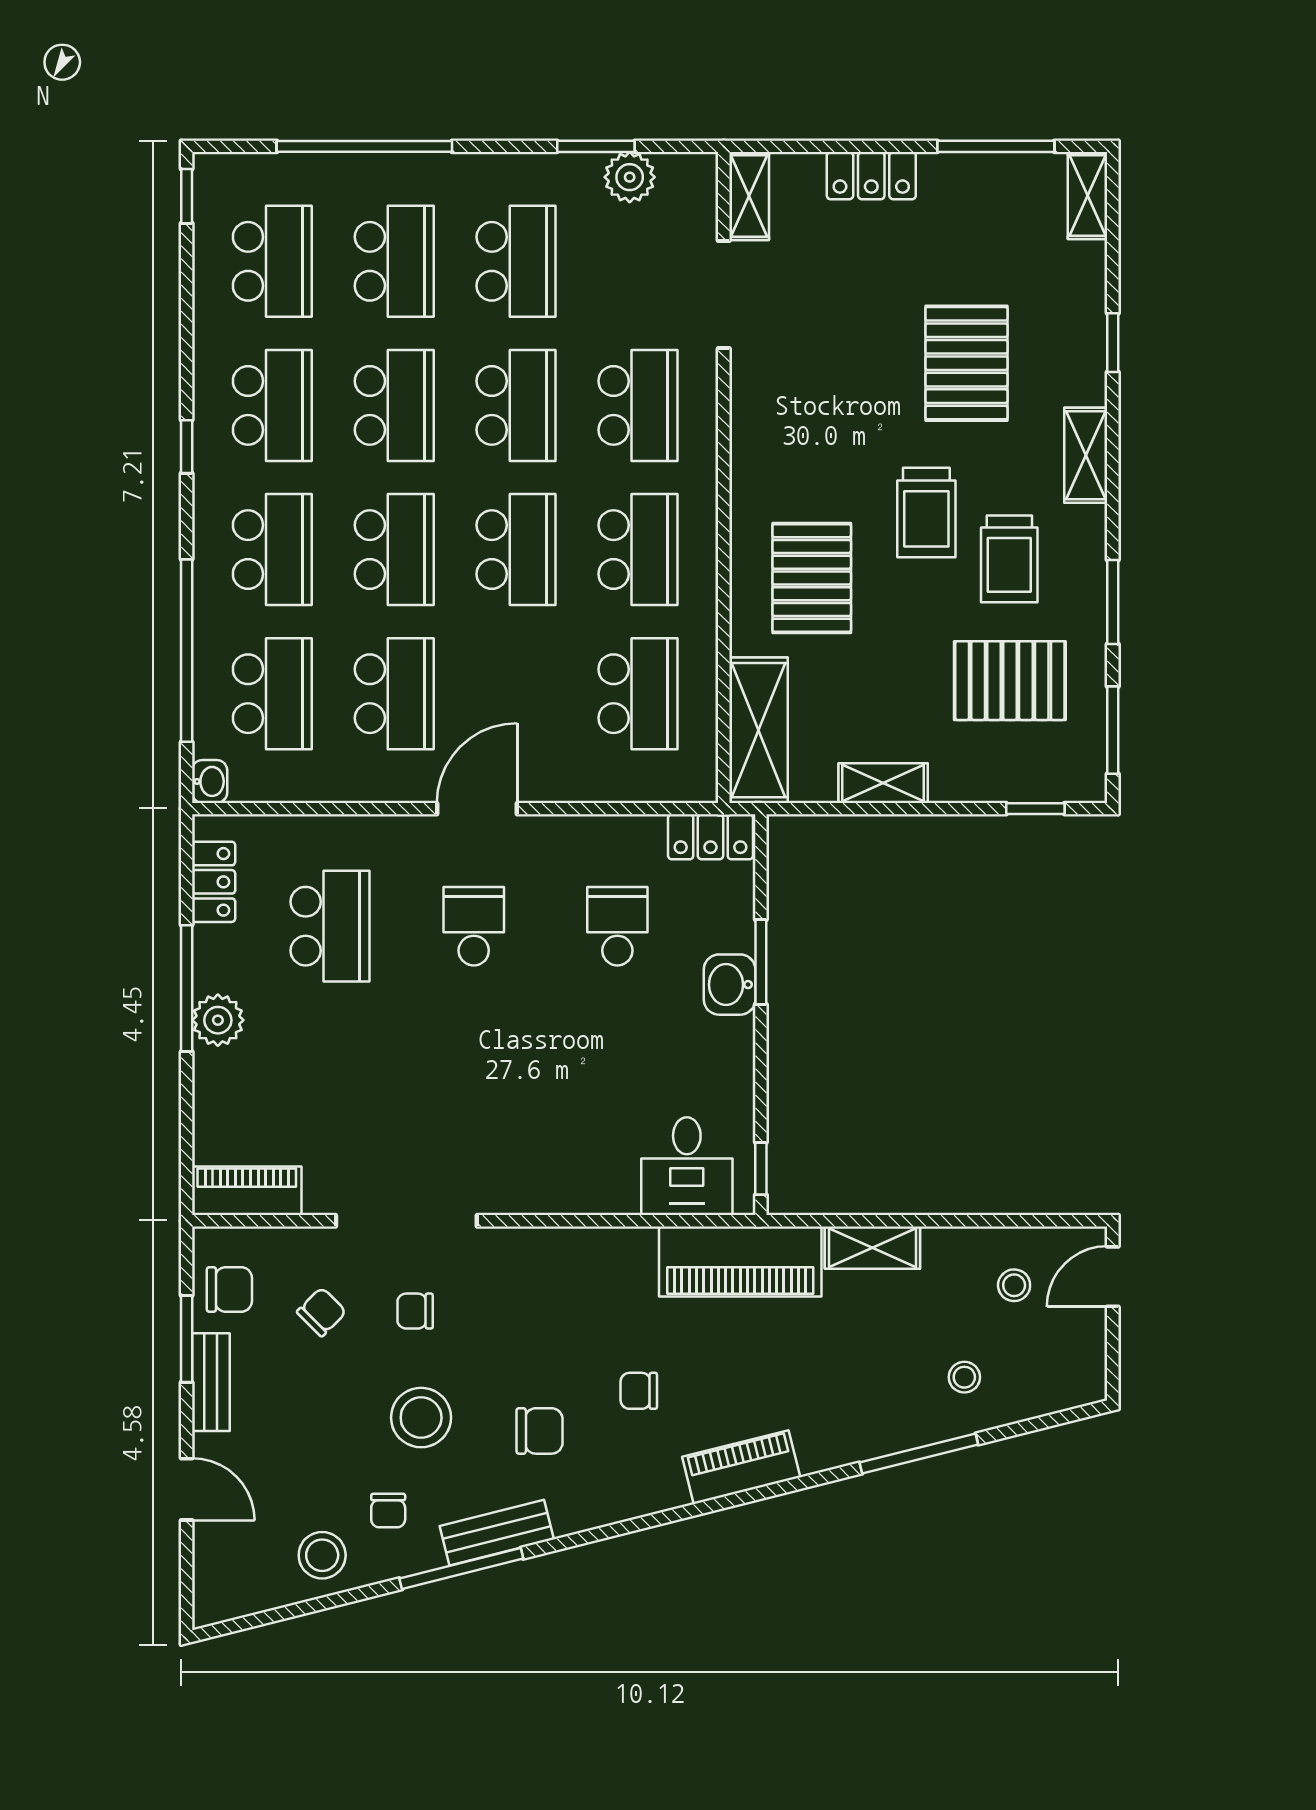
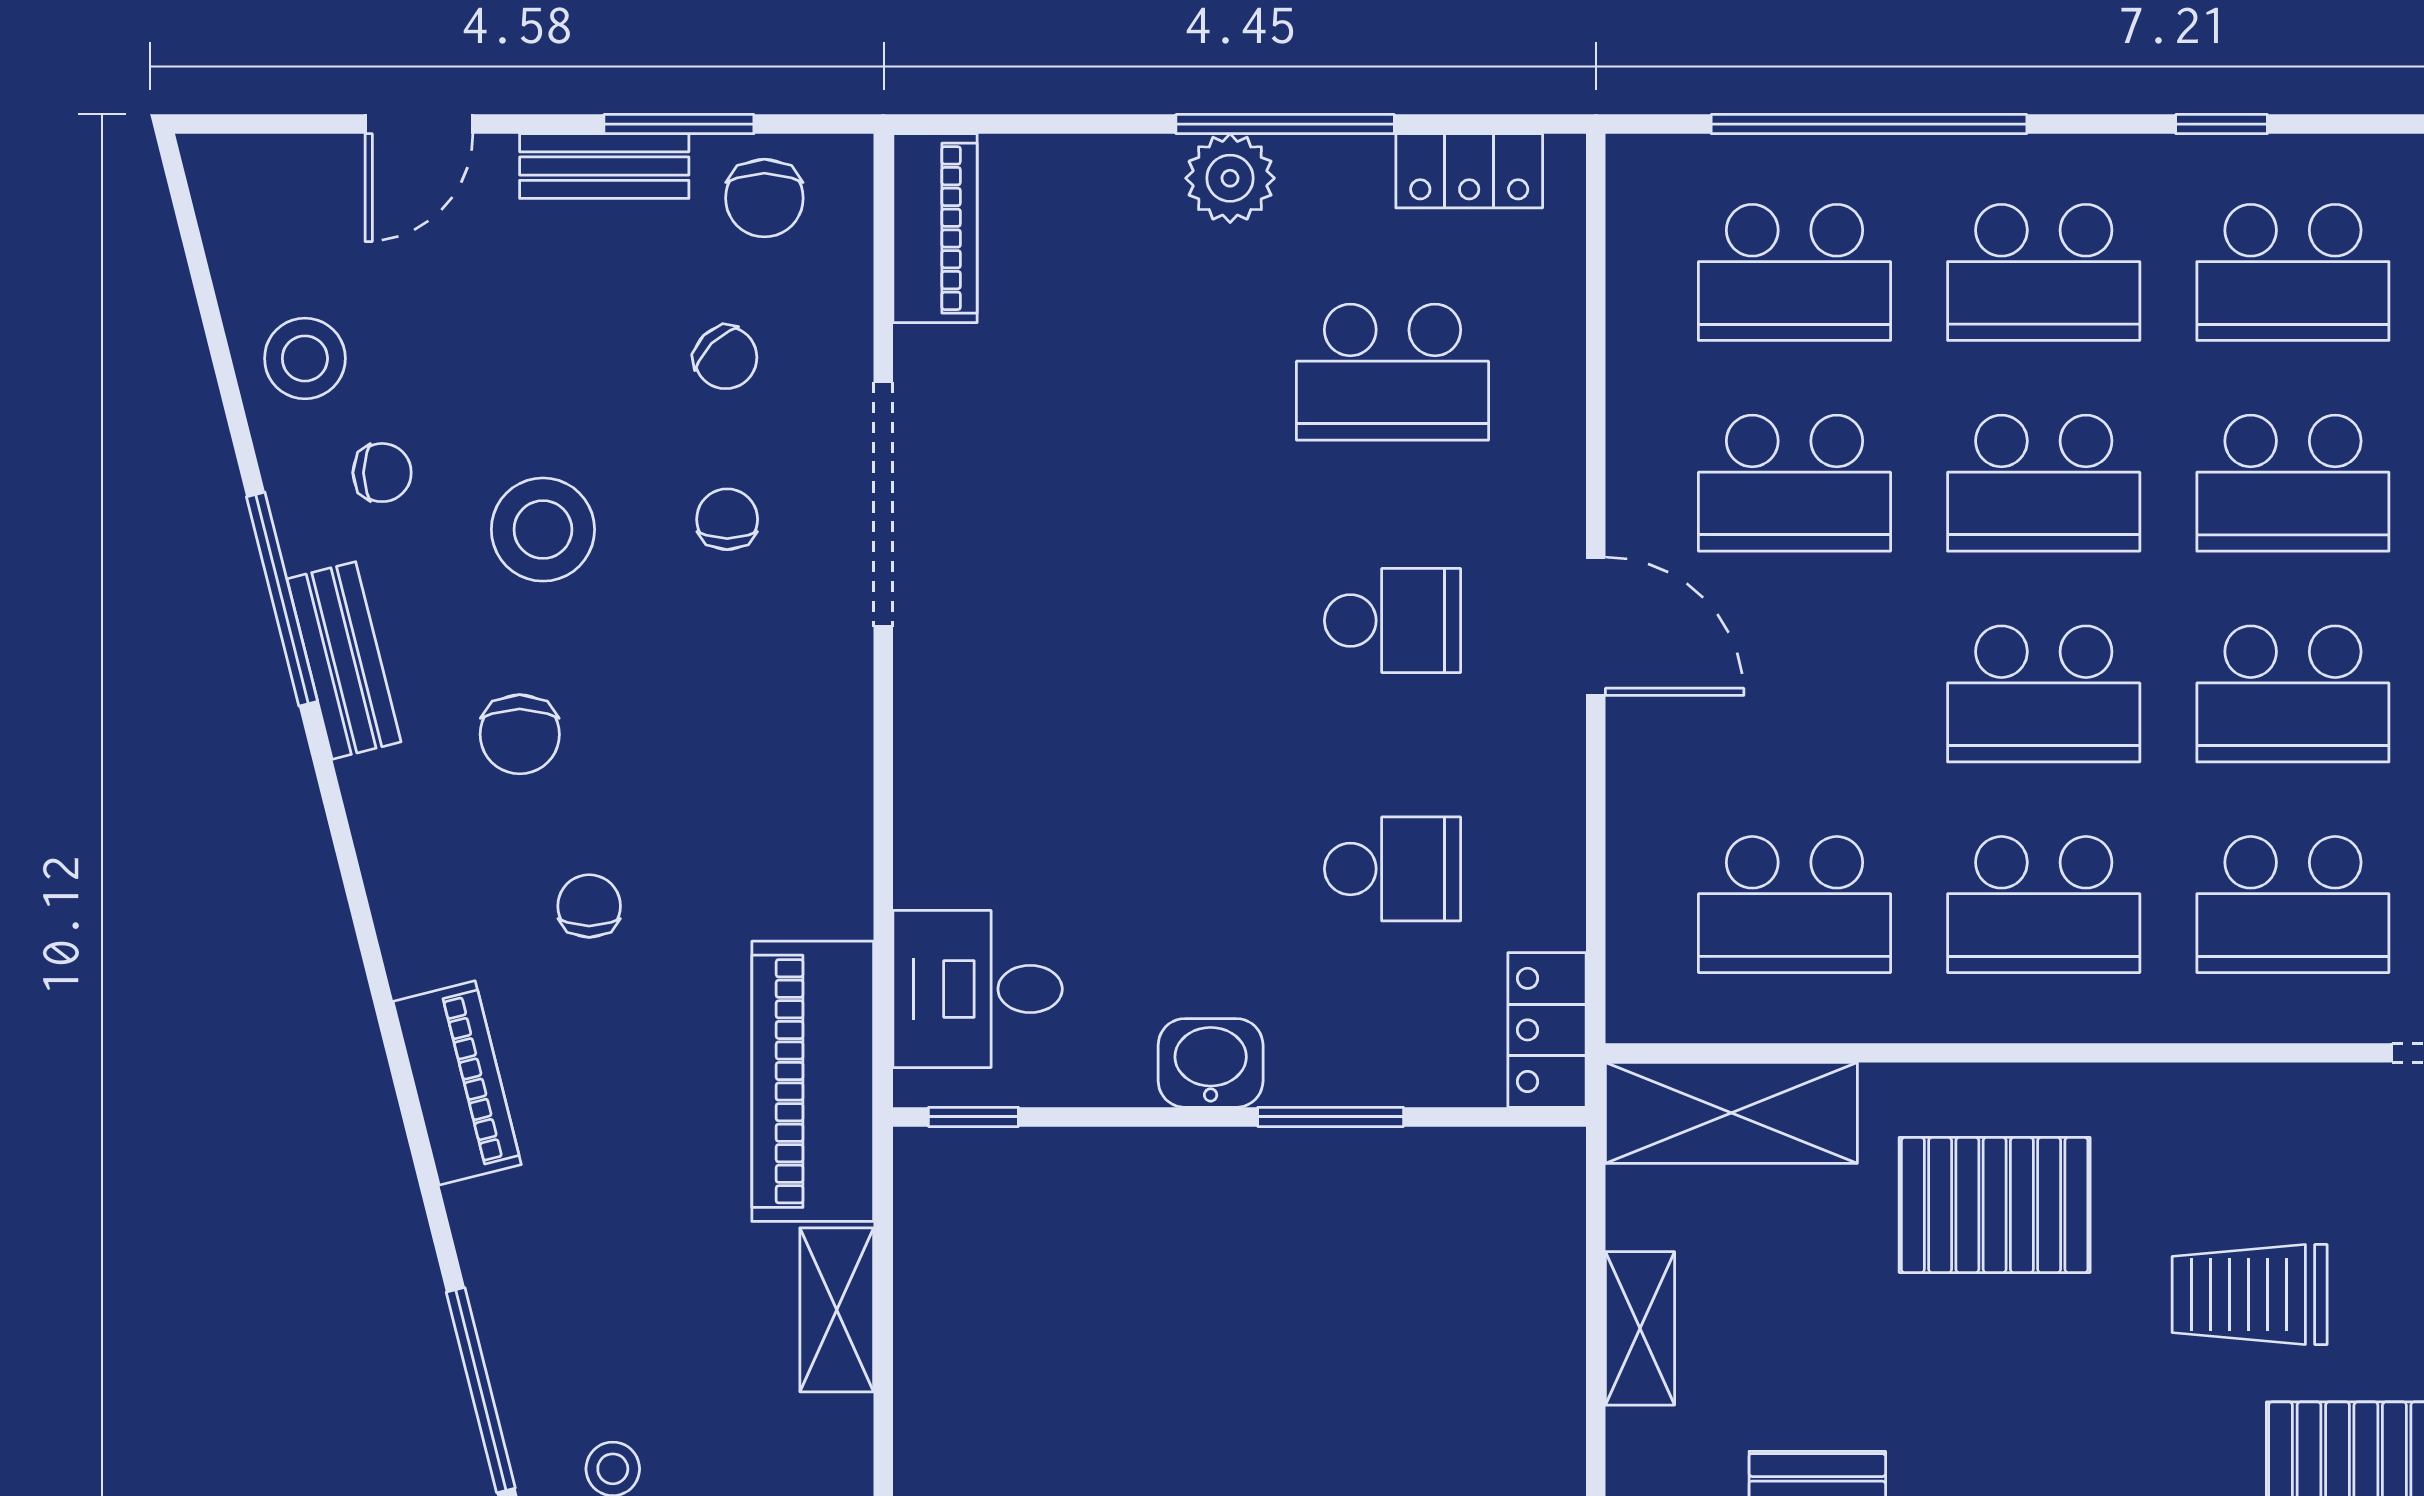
trolley: (926, 513) -> (2250, 1294), moved
washbasin: (210, 781) -> (1643, 164), removed
washbasin: (730, 985) -> (1211, 1063), moved
chair: (388, 1511) -> (382, 473), turned 180

